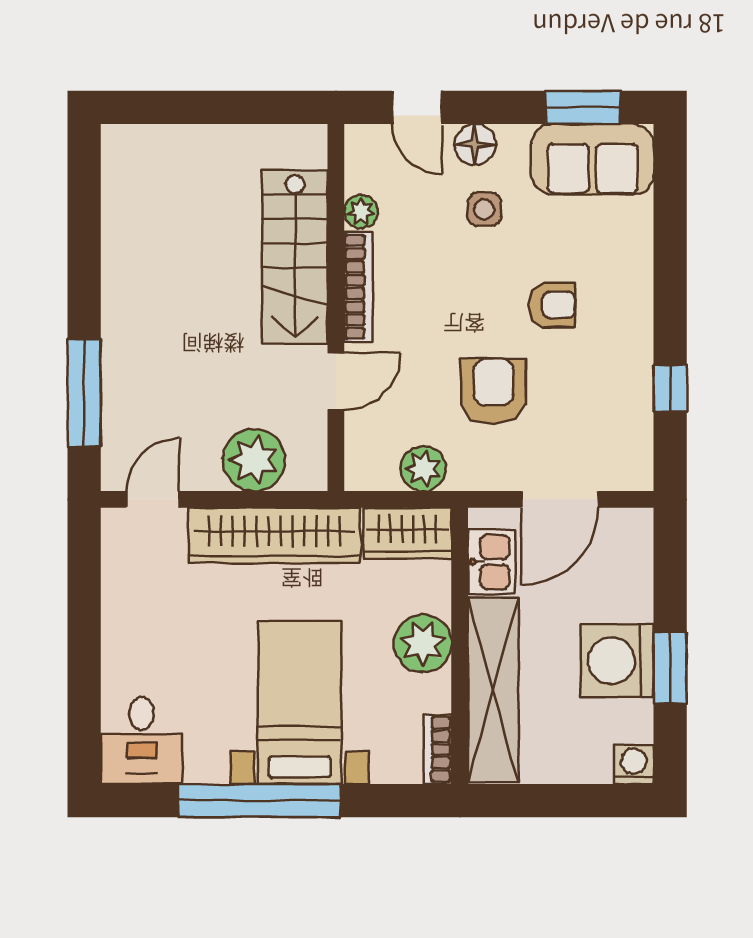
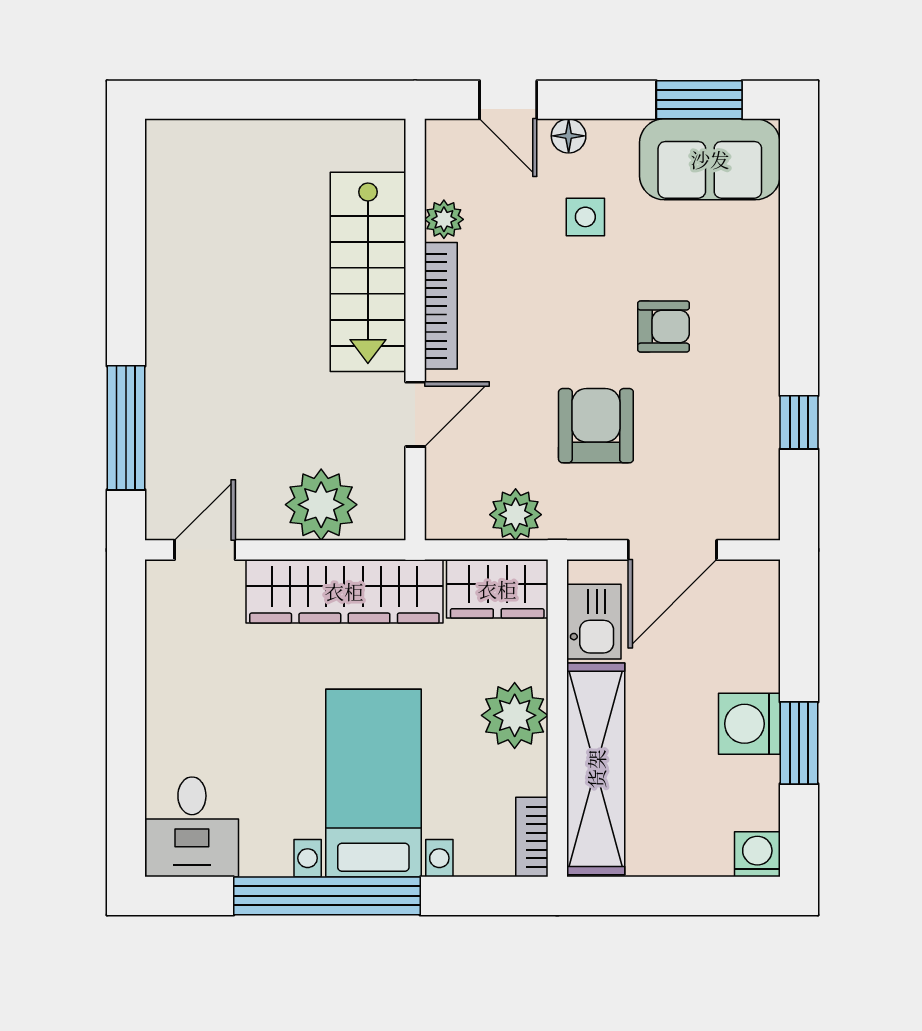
floor lamp: (475, 144) -> (569, 136), width x0.73, depth x0.73
washing machine: (617, 661) -> (749, 724), width x0.73, depth x0.73

